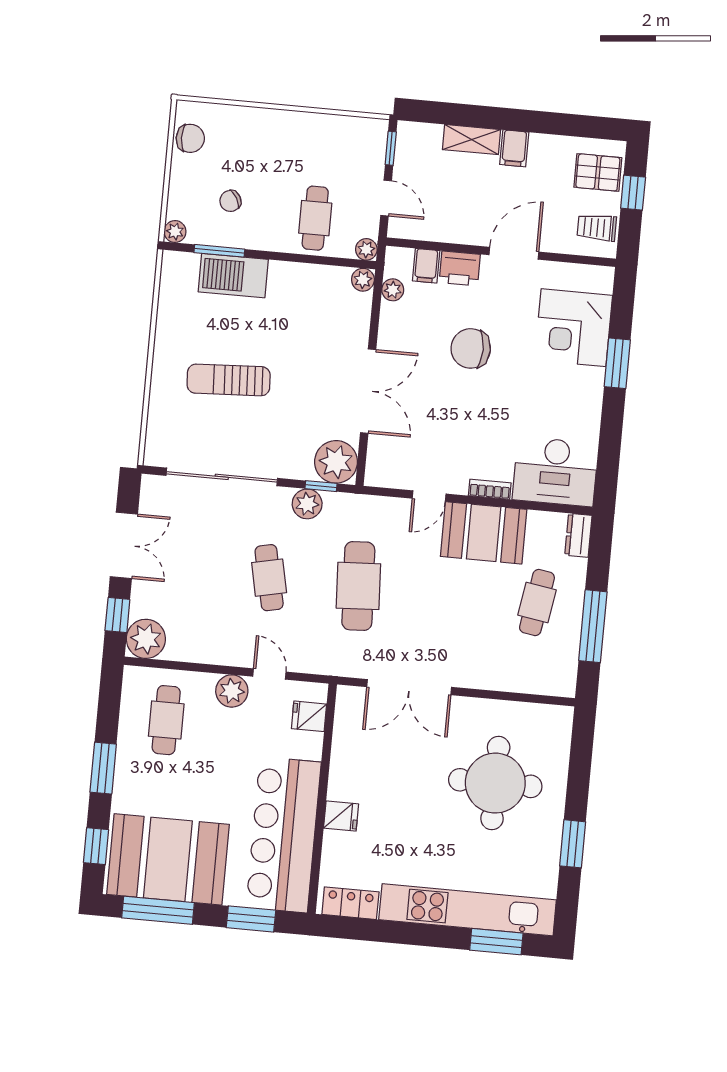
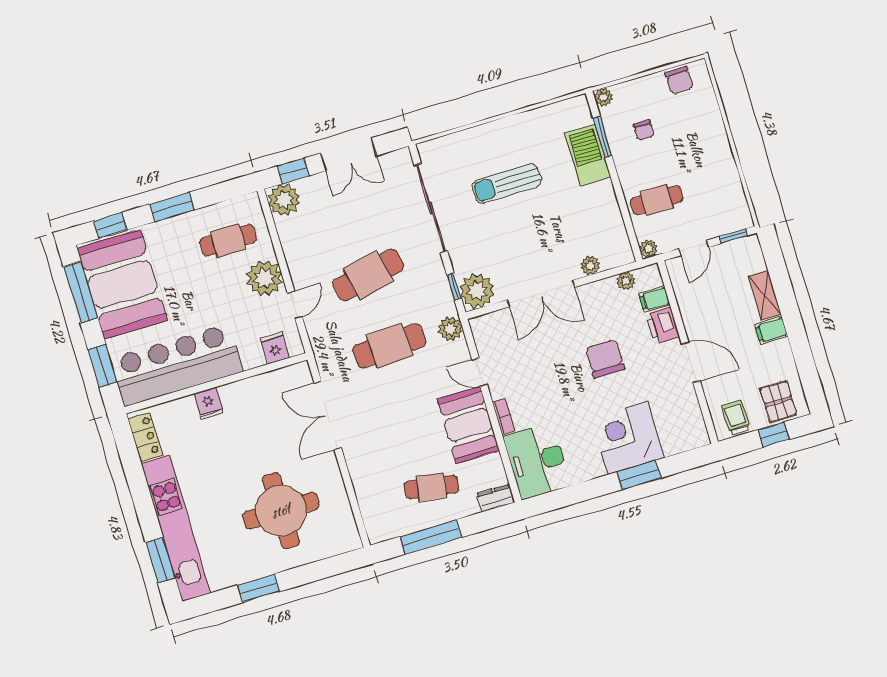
chair: (230, 201) -> (644, 130), turned -150
plant: (363, 280) -> (590, 265), moved
corner desk: (573, 328) -> (628, 438), moved
sun lounger: (229, 380) -> (507, 184), turned -87
plant: (307, 504) -> (450, 329), moved
cafe table: (269, 578) -> (368, 275), width x1.37, depth x1.35
plant: (232, 691) -> (264, 278), width x1.36, depth x1.36

